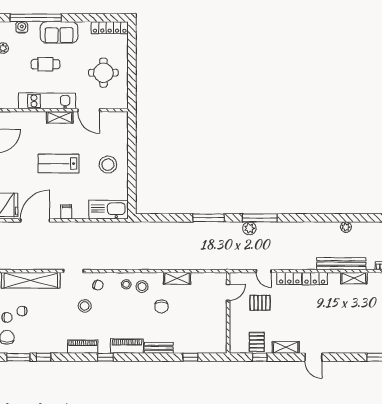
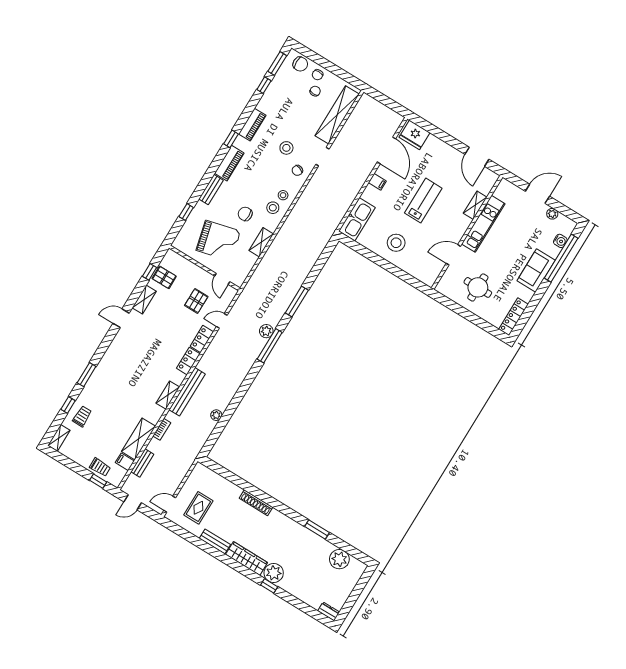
cafe table: (45, 64) -> (516, 242), removed
shelving: (60, 117) -> (475, 205), moved
grand piano: (198, 315) -> (218, 241), added

